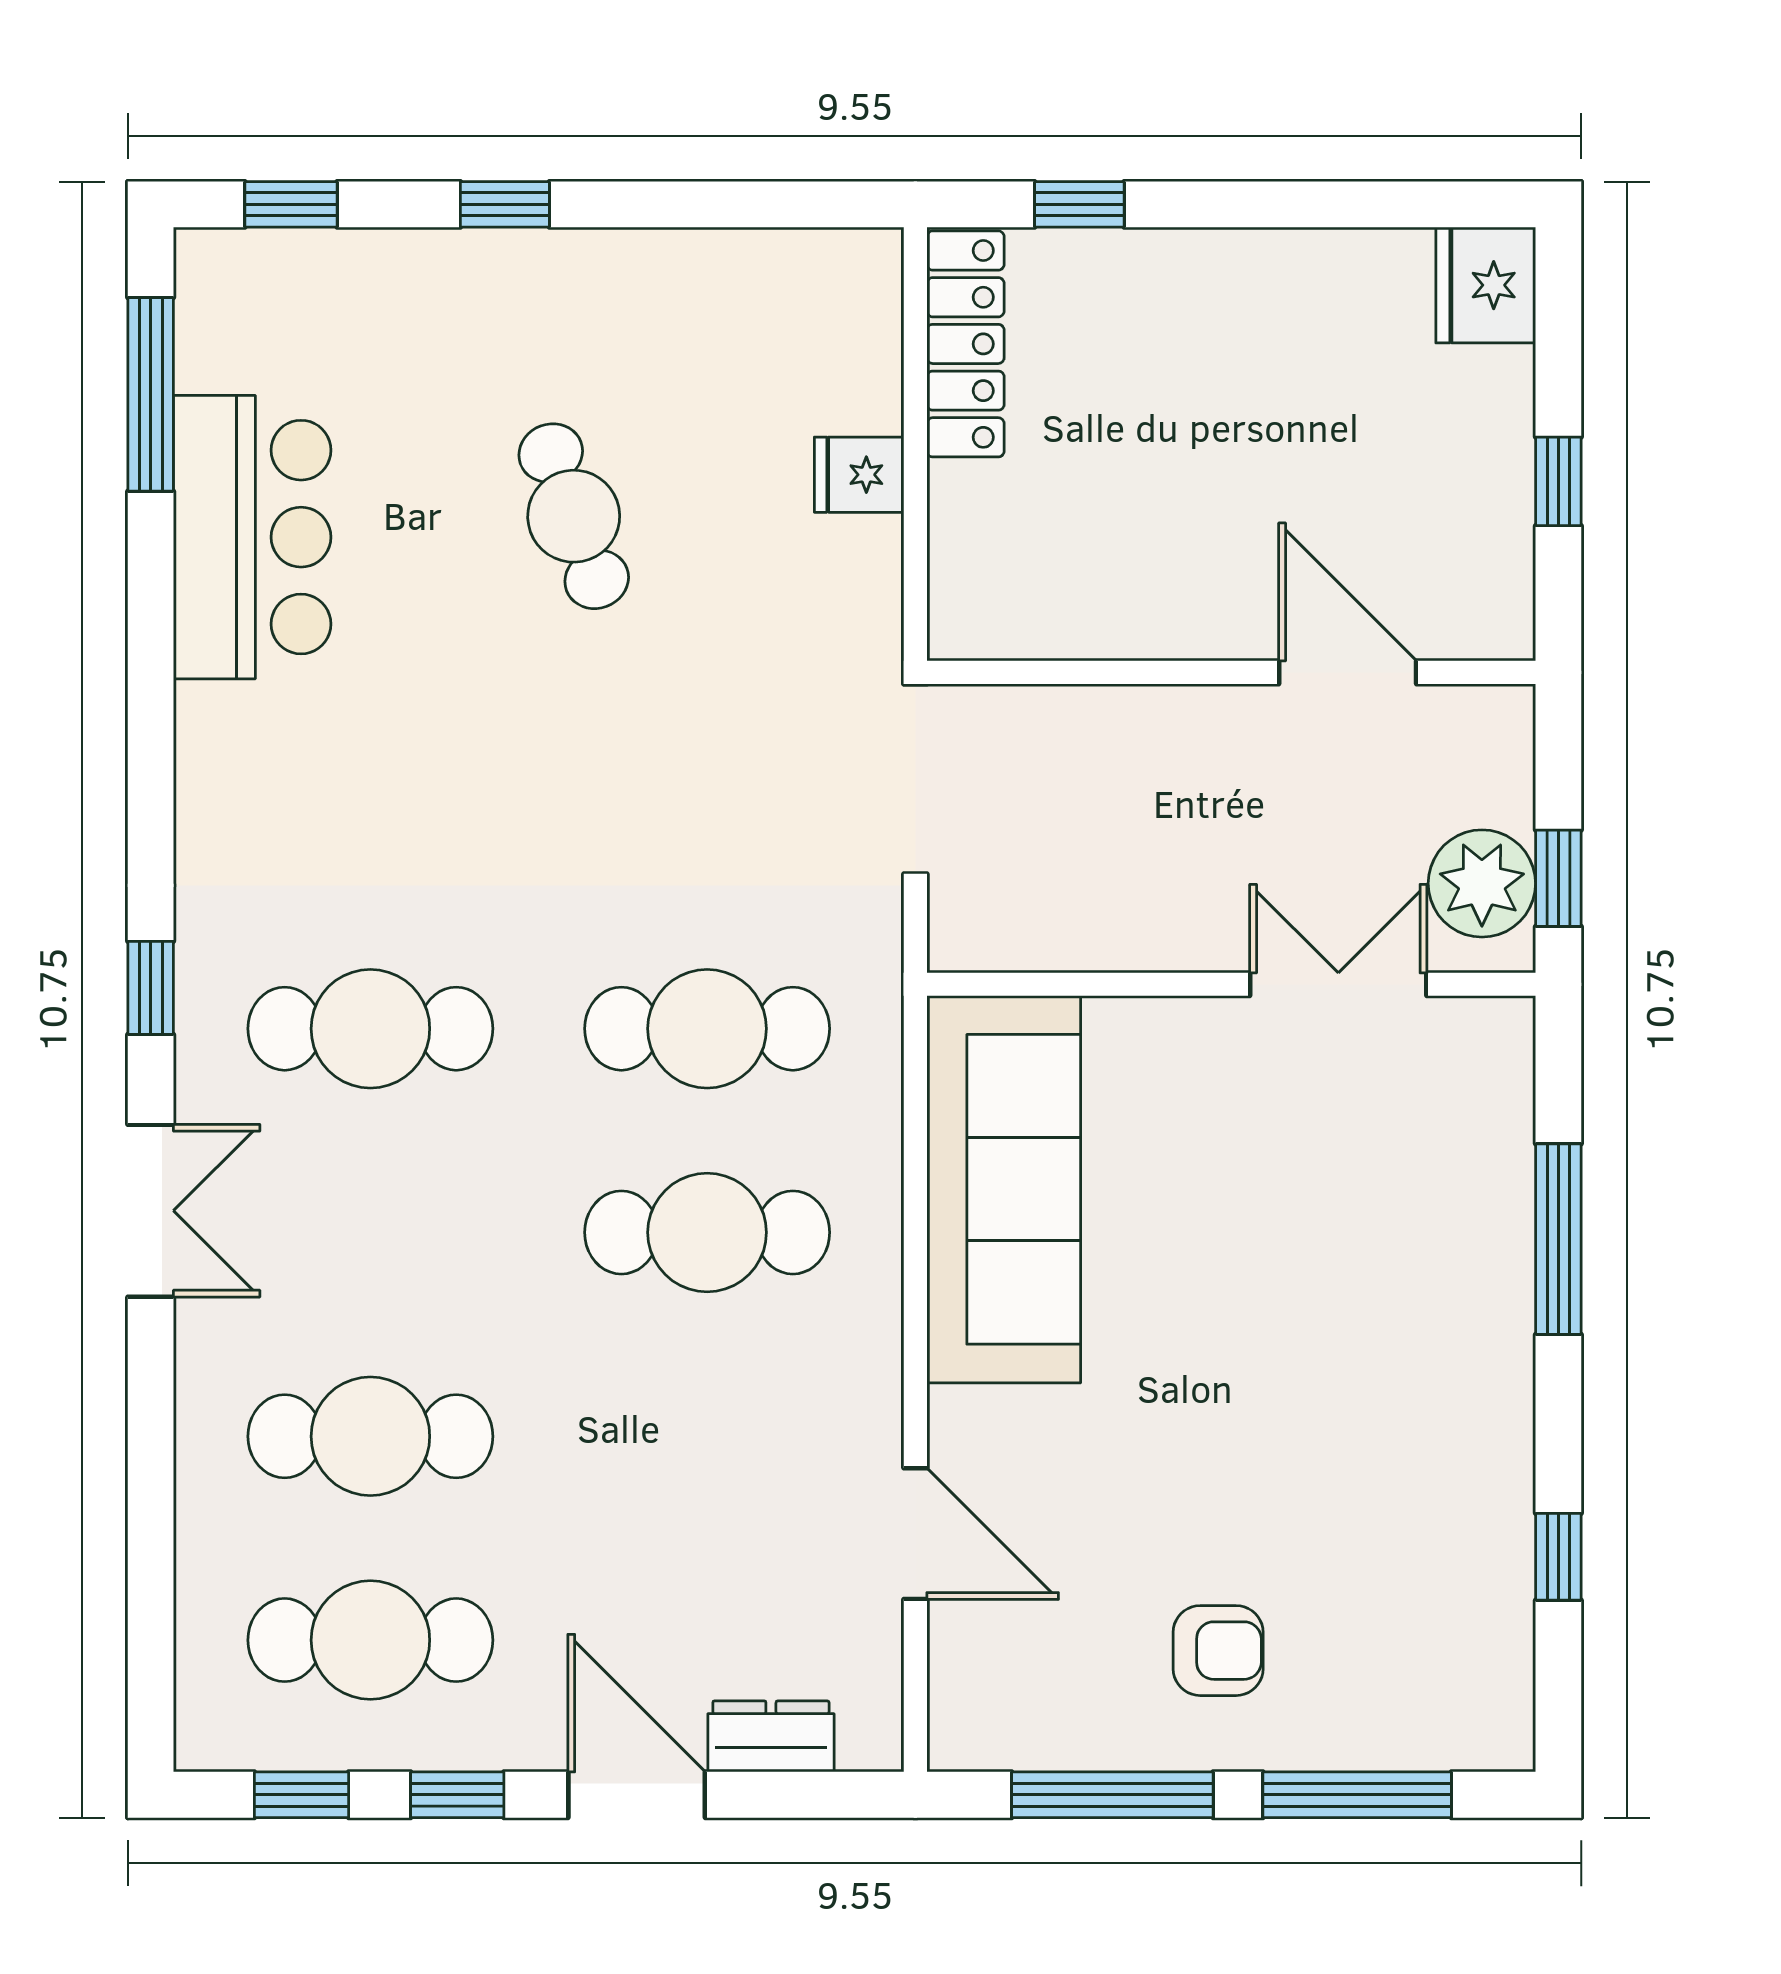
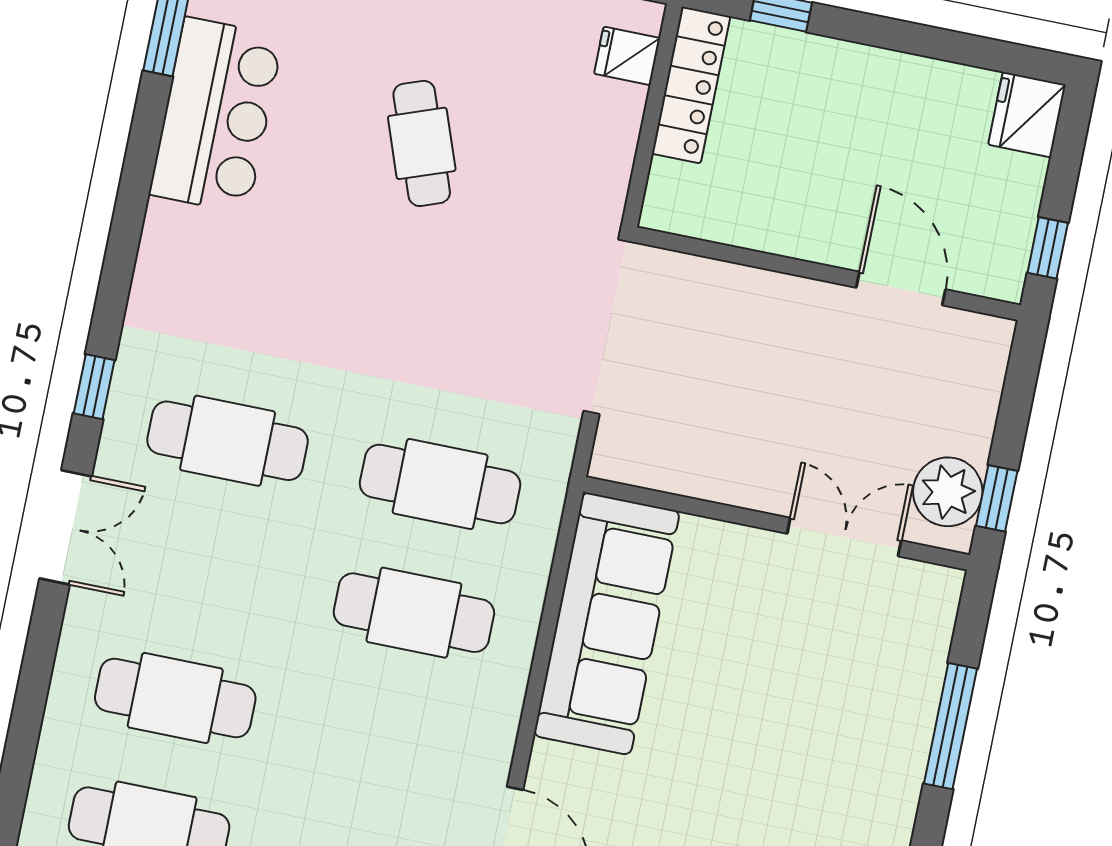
fridge: (859, 475) -> (627, 56), moved
wall: (1231, 672) -> (827, 274), moved
door: (1348, 672) -> (901, 289), moved

